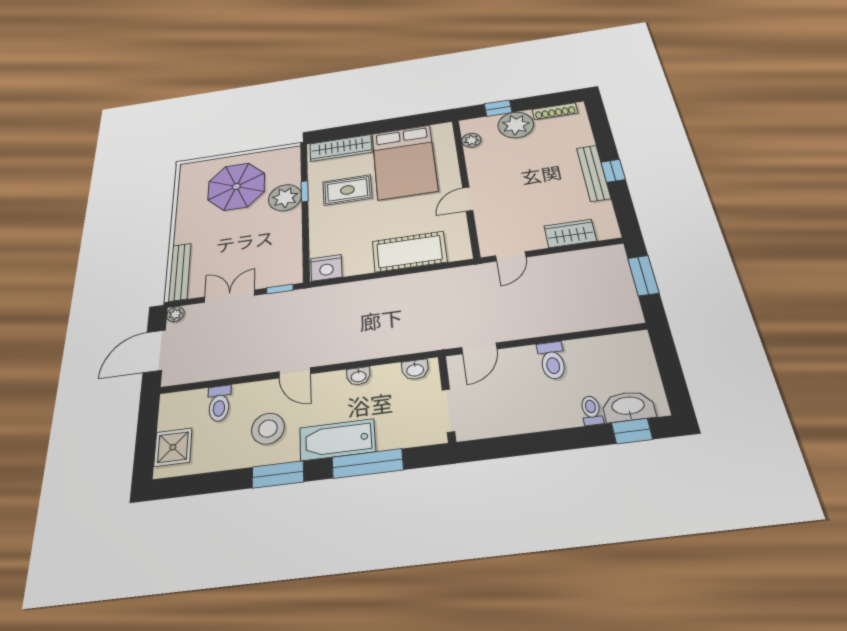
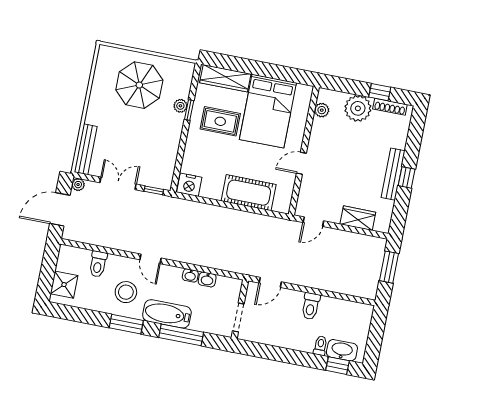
window: (498, 108) -> (380, 92), moved
plant: (285, 198) -> (180, 106), width x0.53, depth x0.53
washbasin: (415, 370) -> (207, 280), moved

